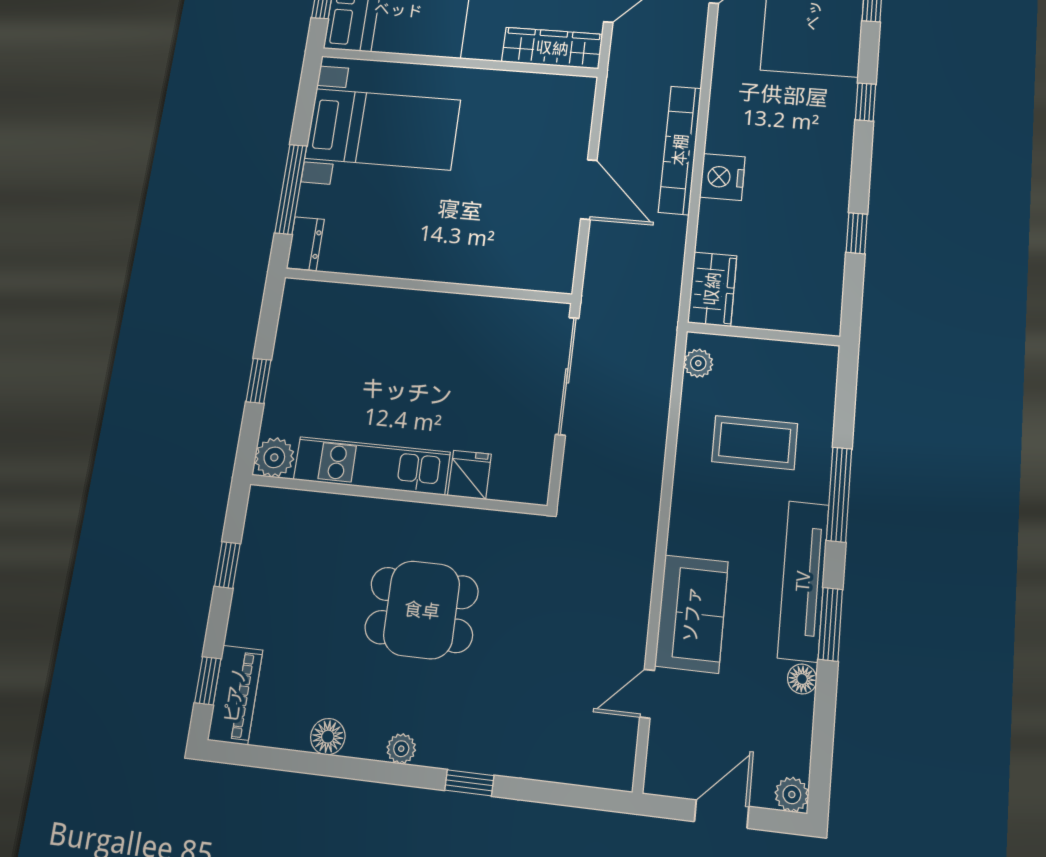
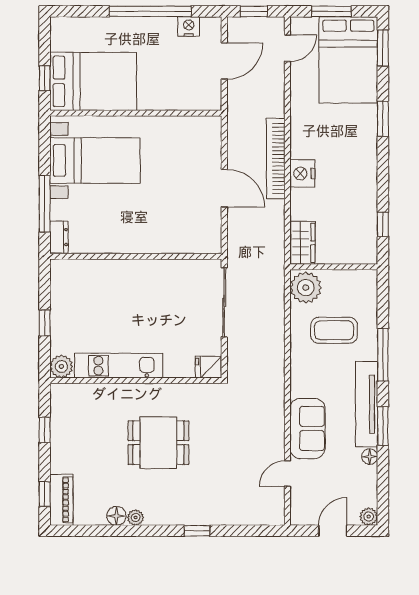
wardrobe: (552, 48) -> (192, 99), removed
window: (866, 102) -> (383, 119), width x1.50
window: (857, 233) -> (383, 224), moved
plant: (698, 363) -> (306, 288), width x1.87, depth x1.87
fridge: (469, 475) -> (209, 367), moved, turned -90
plant: (401, 749) -> (136, 517), moved

